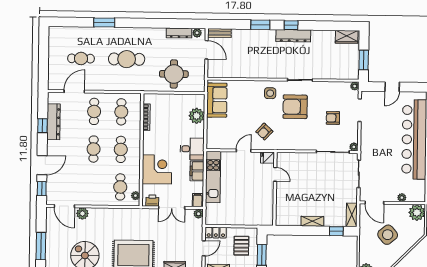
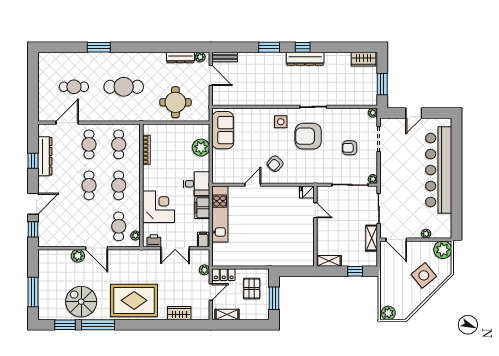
fridge: (267, 158) -> (307, 192), moved
door: (275, 174) -> (315, 210), moved
wall: (275, 189) -> (315, 226), moved
door: (64, 206) -> (97, 248), moved
plant: (198, 214) -> (204, 270), moved
shelving: (352, 215) -> (372, 238), moved
side table: (388, 235) -> (424, 275), moved

